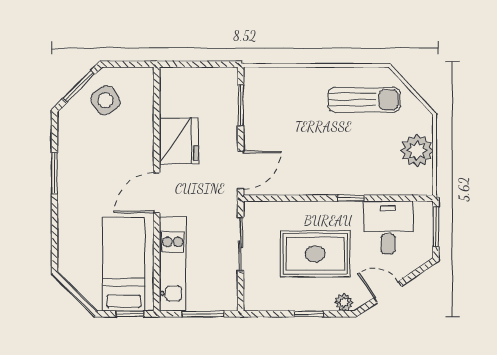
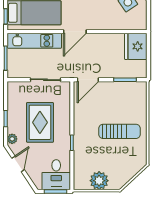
sun lounger: (364, 100) -> (120, 131), moved, turned -90
fridge: (179, 141) -> (136, 46), moved, turned 90
door: (241, 170) -> (88, 80), hinge flipped
door: (157, 193) -> (75, 32), swing flipped
desk: (388, 227) -> (56, 175), moved, turned 90

